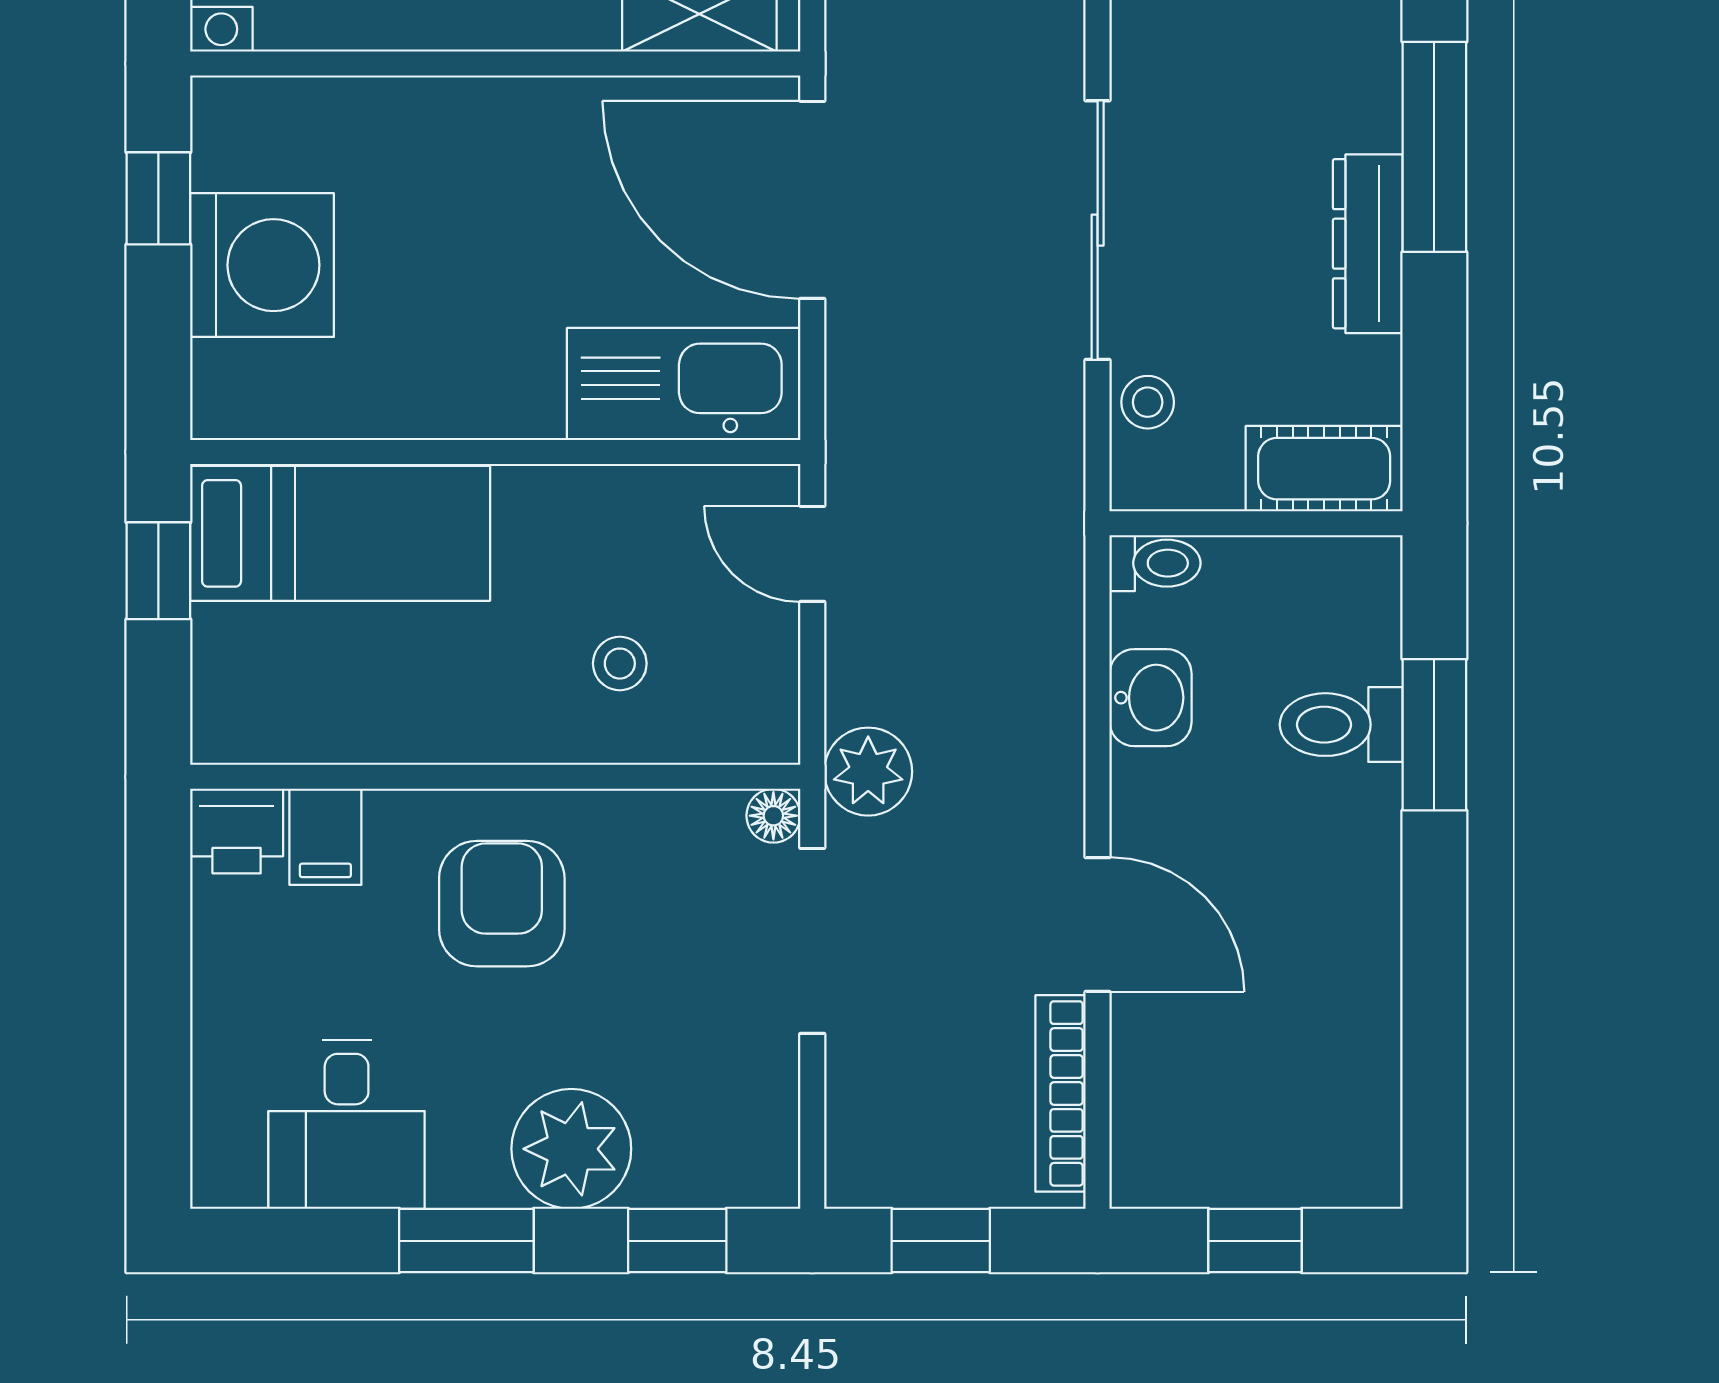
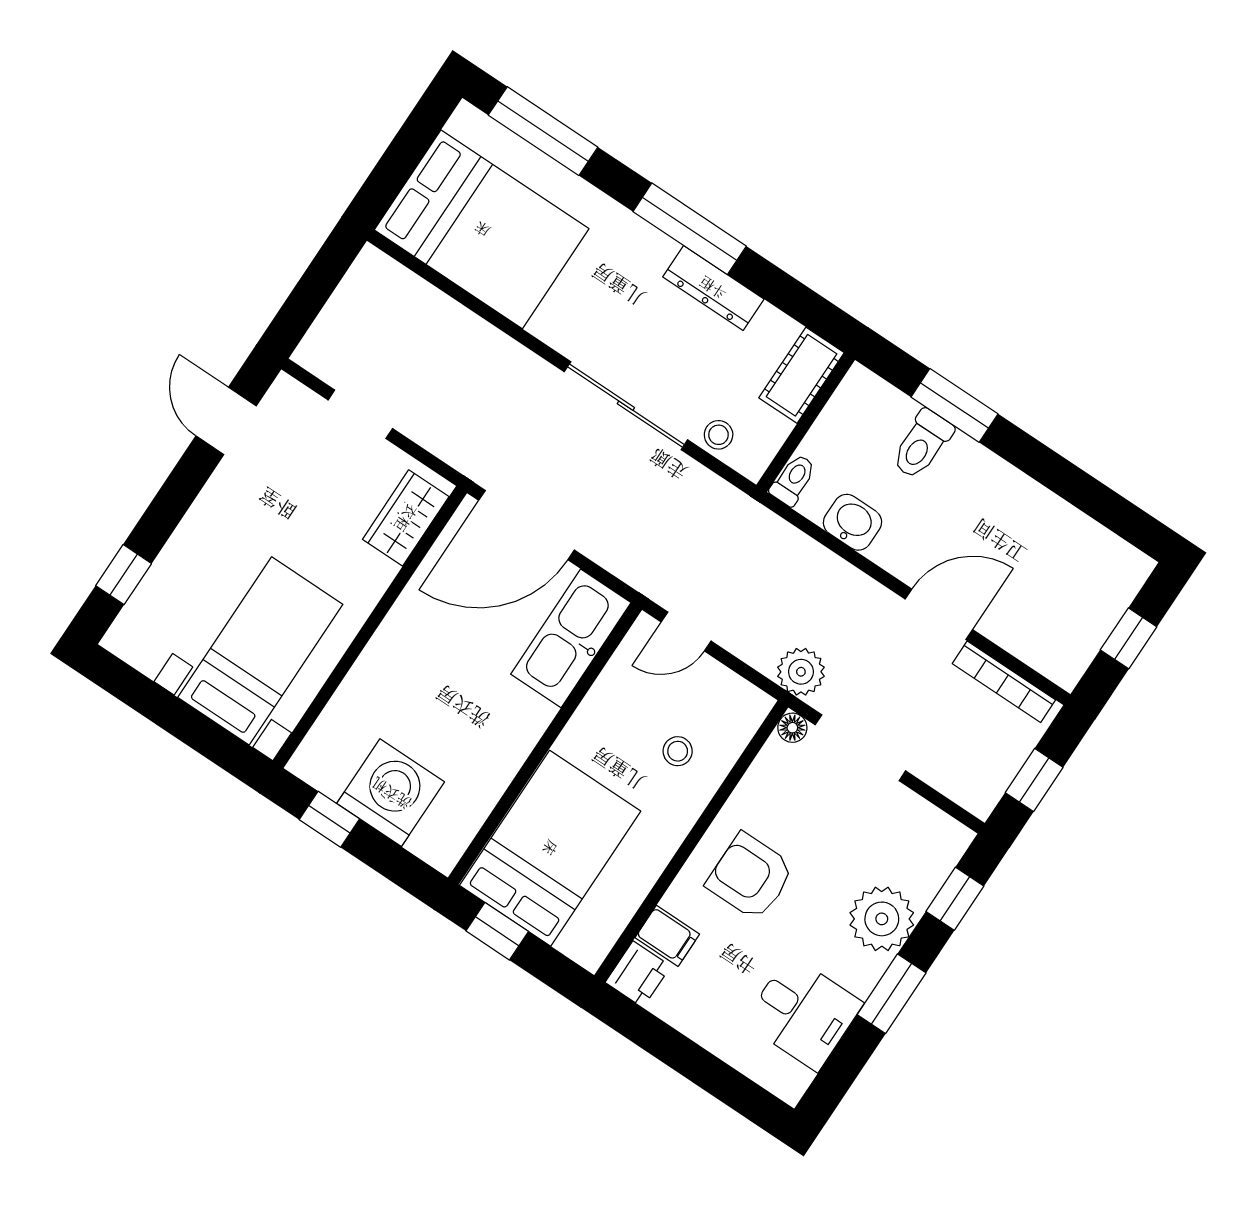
bed: (340, 533) -> (550, 848), width x1.50

